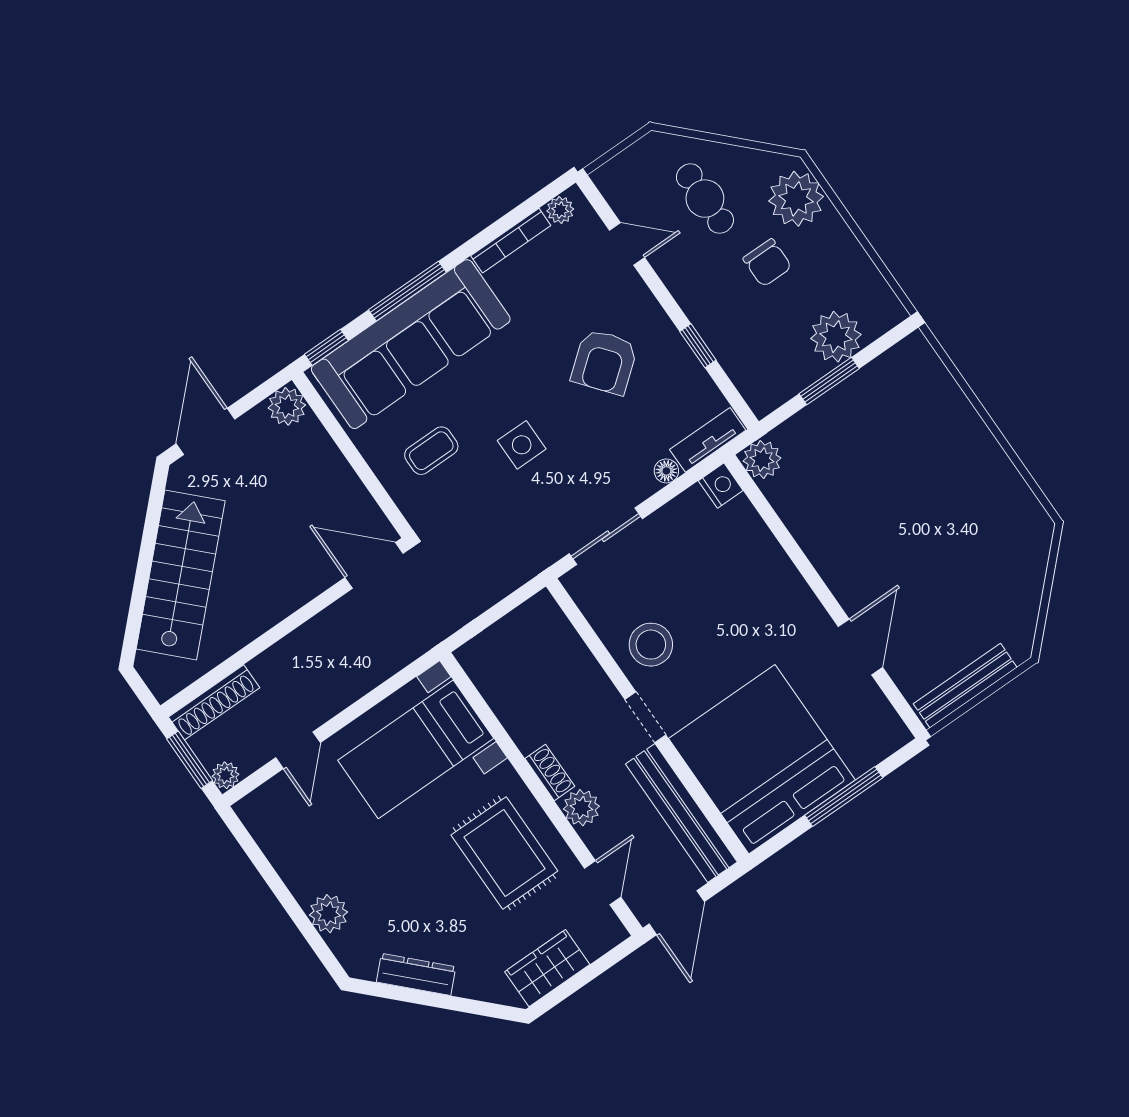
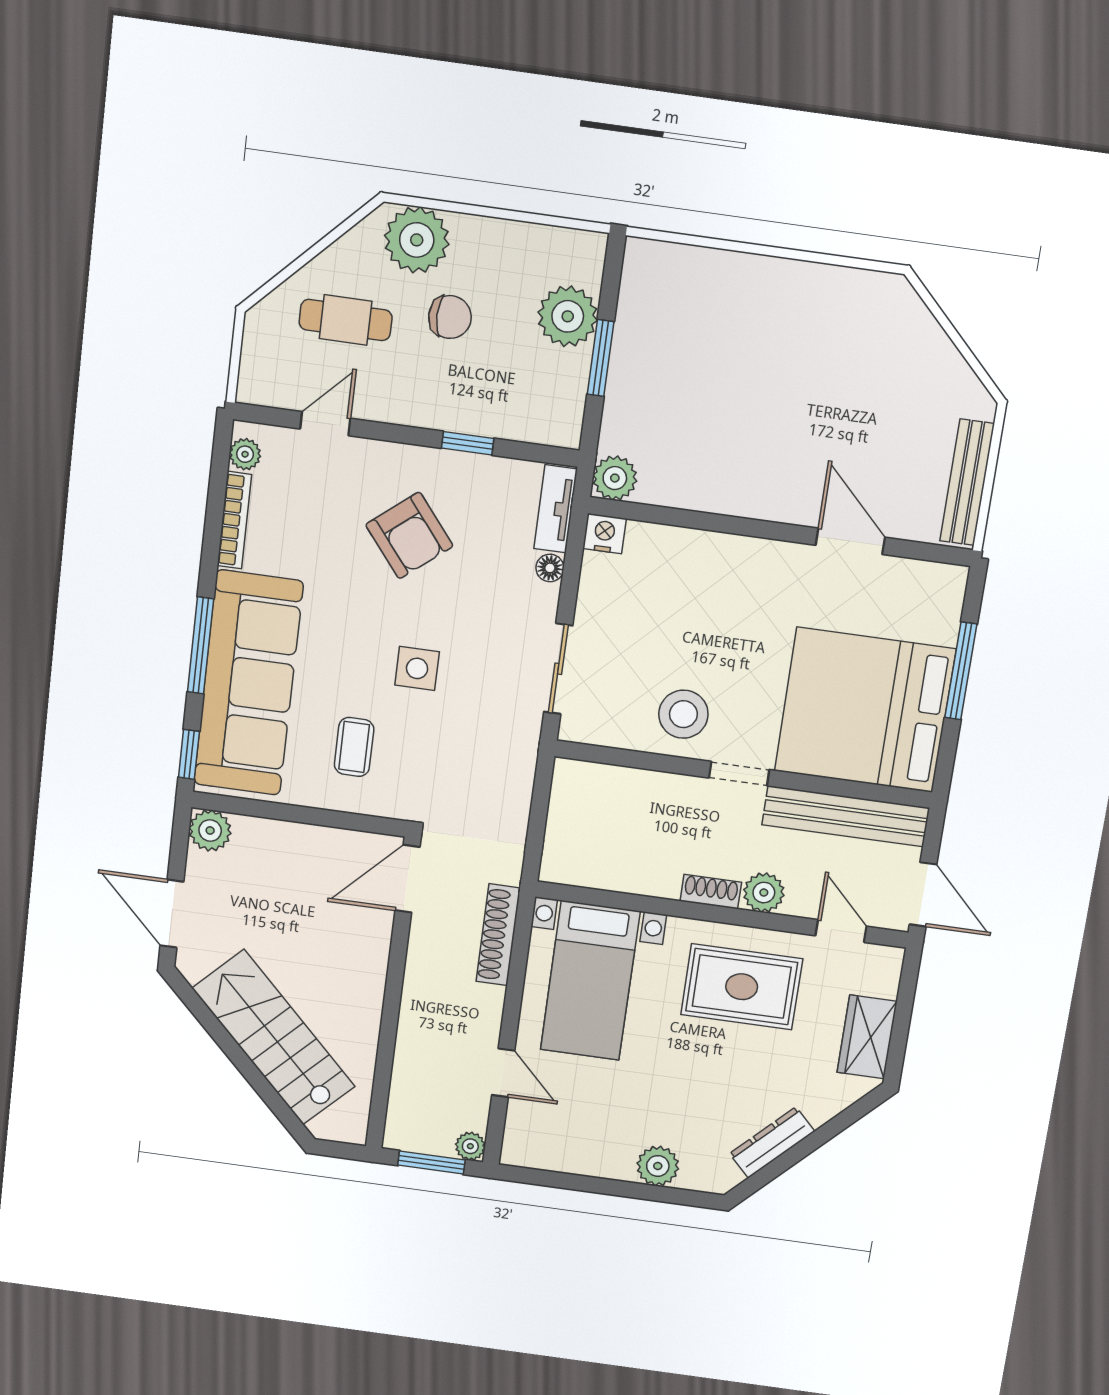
shoe rack: (214, 702) -> (498, 935), moved, turned 180

